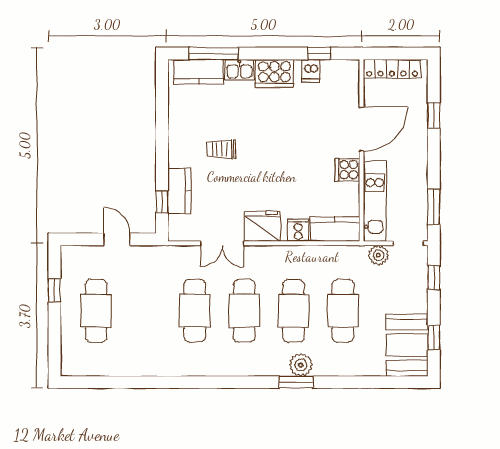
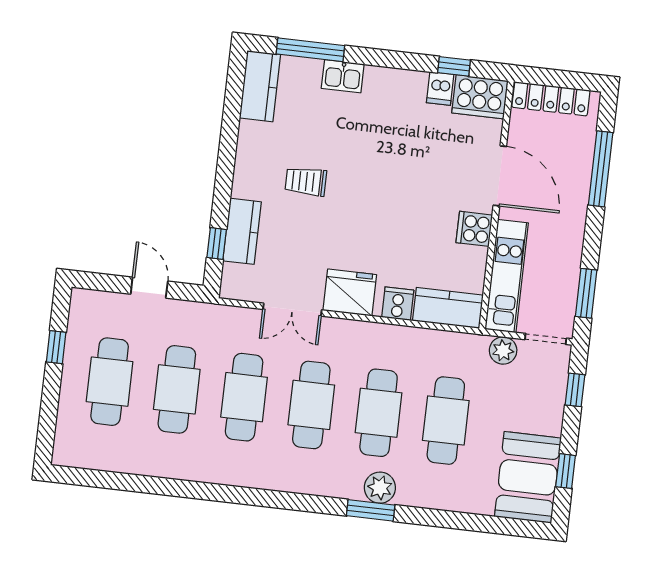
kitchen counter: (198, 72) -> (260, 86), moved, turned -90
cooker: (274, 73) -> (480, 97), moved
window: (434, 115) -> (601, 169), width x2.17
door: (361, 129) -> (500, 176), hinge flipped
cafe table: (145, 311) -> (177, 389), added

